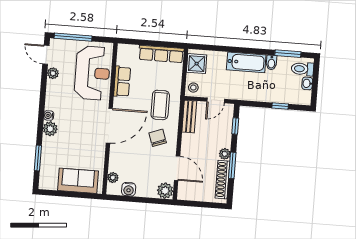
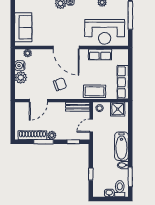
door: (216, 100) -> (91, 126), hinge flipped
coffee table: (160, 105) -> (95, 91), moved
plant: (165, 191) -> (21, 78), moved

